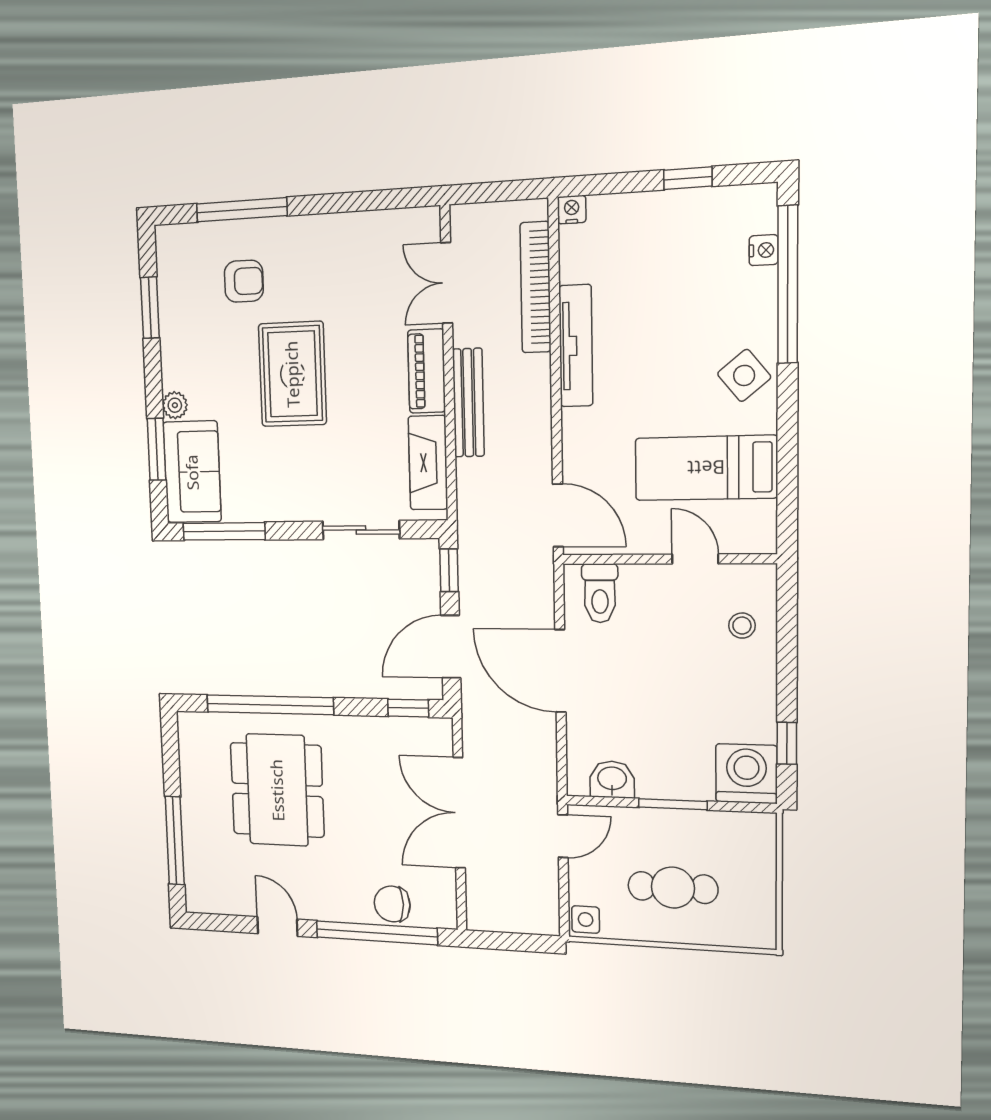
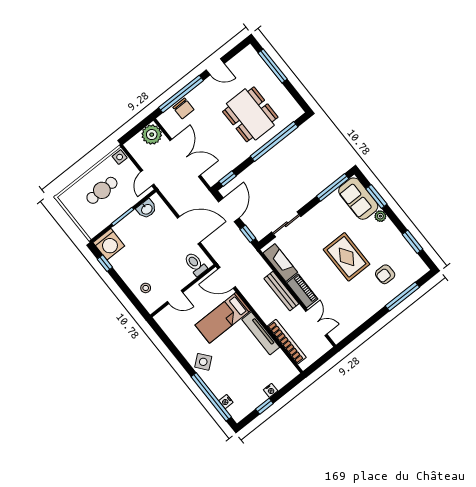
nightstand: (572, 210) -> (271, 390), moved
bed: (706, 468) -> (223, 318), moved, turned 180
chair: (392, 904) -> (183, 108), turned 90
plant: (489, 908) -> (152, 135), added

